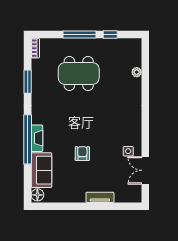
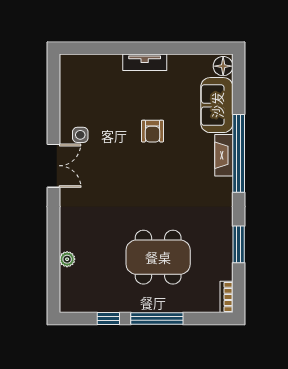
double door: (145, 170) -> (53, 166), moved
tv unit: (100, 197) -> (145, 62), moved

